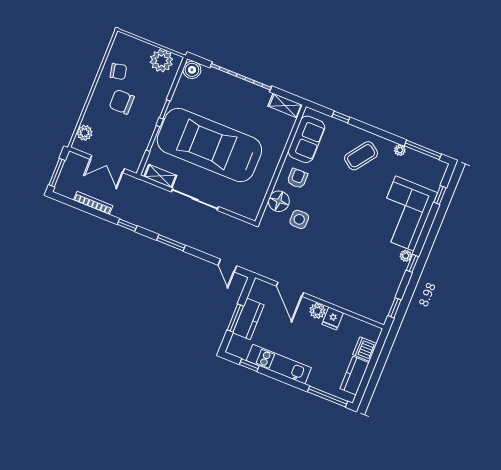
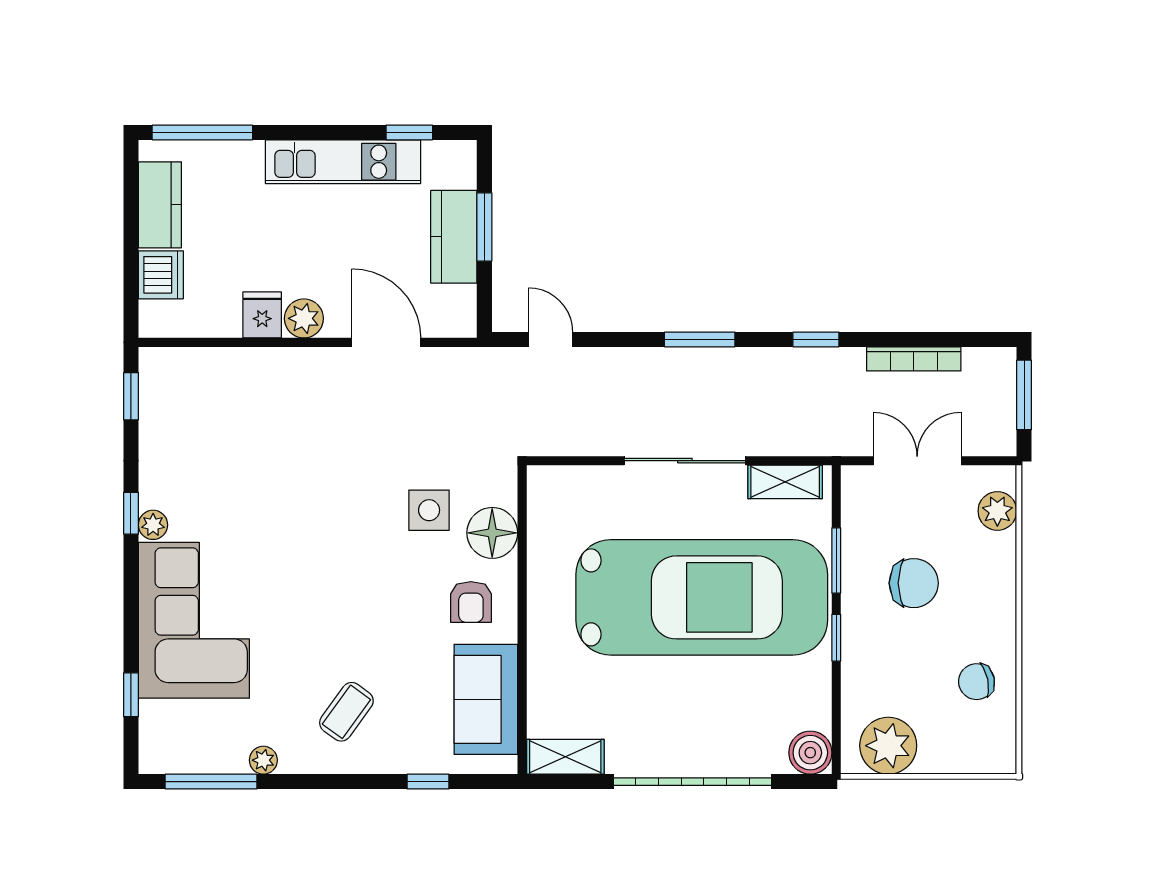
chair: (122, 102) -> (914, 583), moved
coffee table: (361, 156) -> (346, 712), width x0.73, depth x0.77

